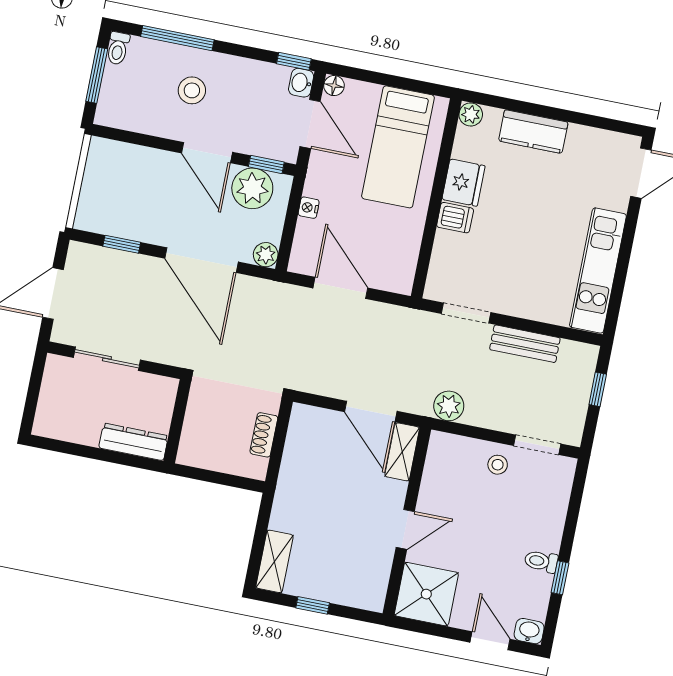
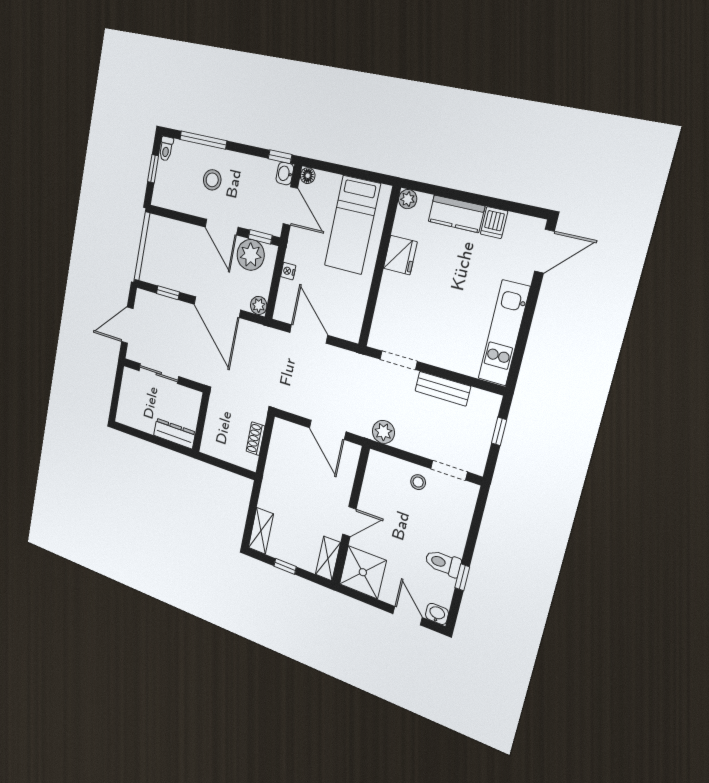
window: (97, 75) -> (153, 169), width x0.67
dishwasher: (455, 218) -> (494, 223), moved, turned 90
shelving: (402, 452) -> (328, 558), moved
toilet: (541, 561) -> (443, 563), width x1.37, depth x1.39

